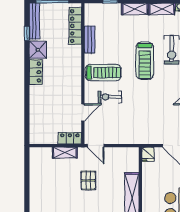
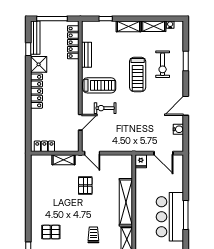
locker: (36, 72) -> (36, 91), width x1.53
locker: (70, 138) -> (44, 146), moved

